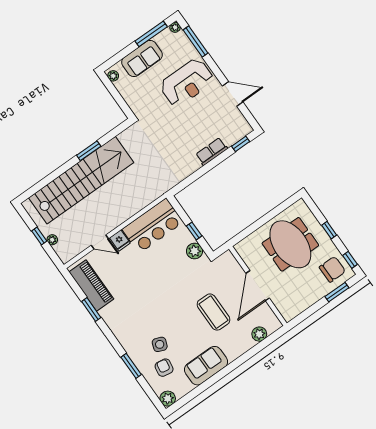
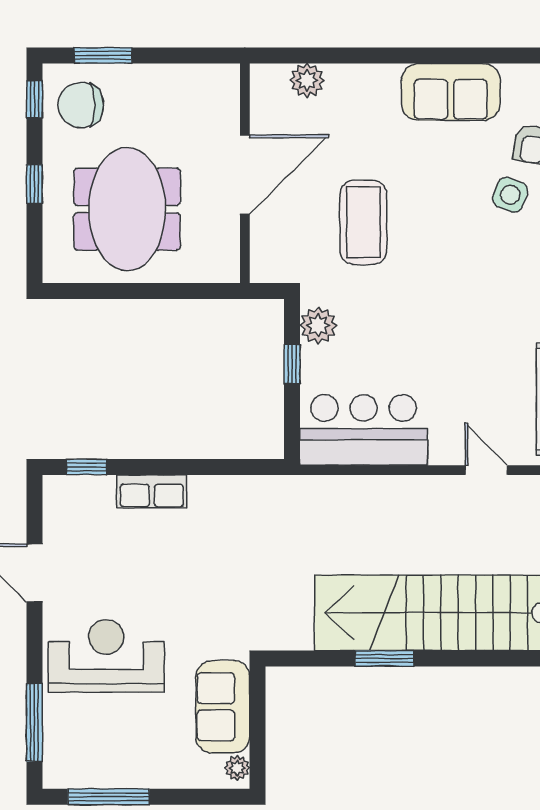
plant: (175, 27) -> (54, 777), removed
sofa: (142, 59) -> (223, 707), moved, turned -90
fridge: (120, 240) -> (446, 446), removed
coffee table: (214, 312) -> (363, 222), moved

